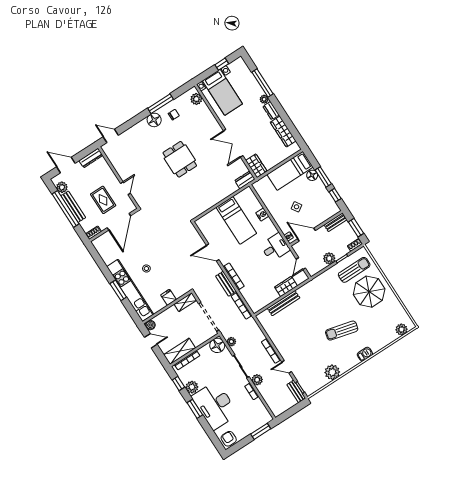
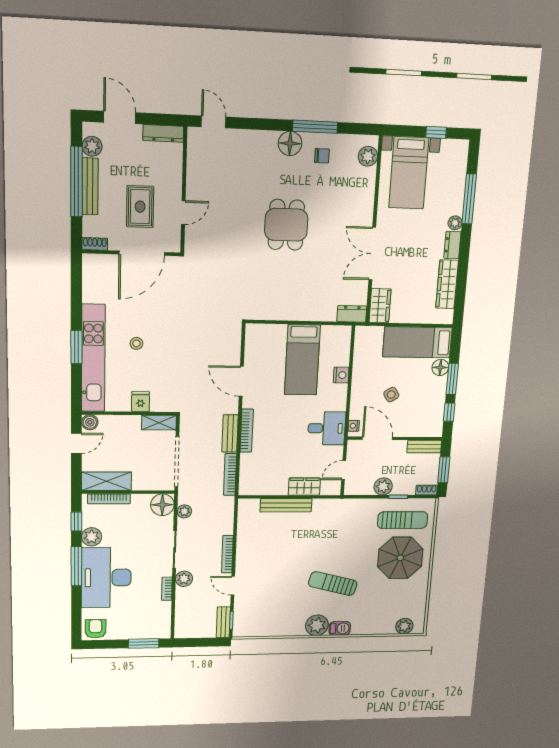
door: (151, 341) -> (76, 443), hinge flipped
plant: (332, 372) -> (317, 625), moved
window: (195, 409) -> (76, 566), width x1.44

